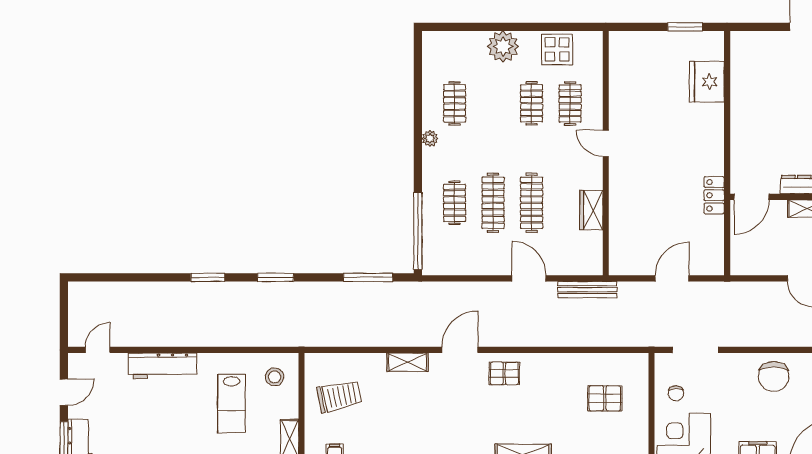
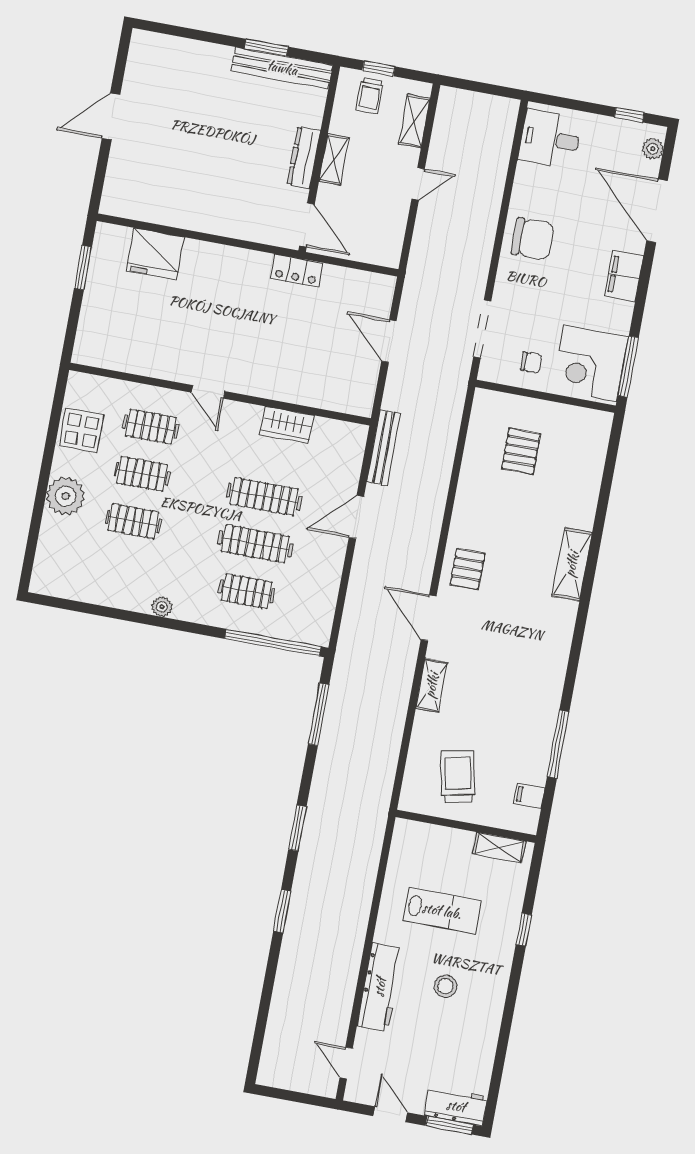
clothes rail: (455, 103) -> (133, 521), moved
door: (606, 143) -> (208, 392), hinge flipped
stool: (275, 377) -> (446, 986), moved

